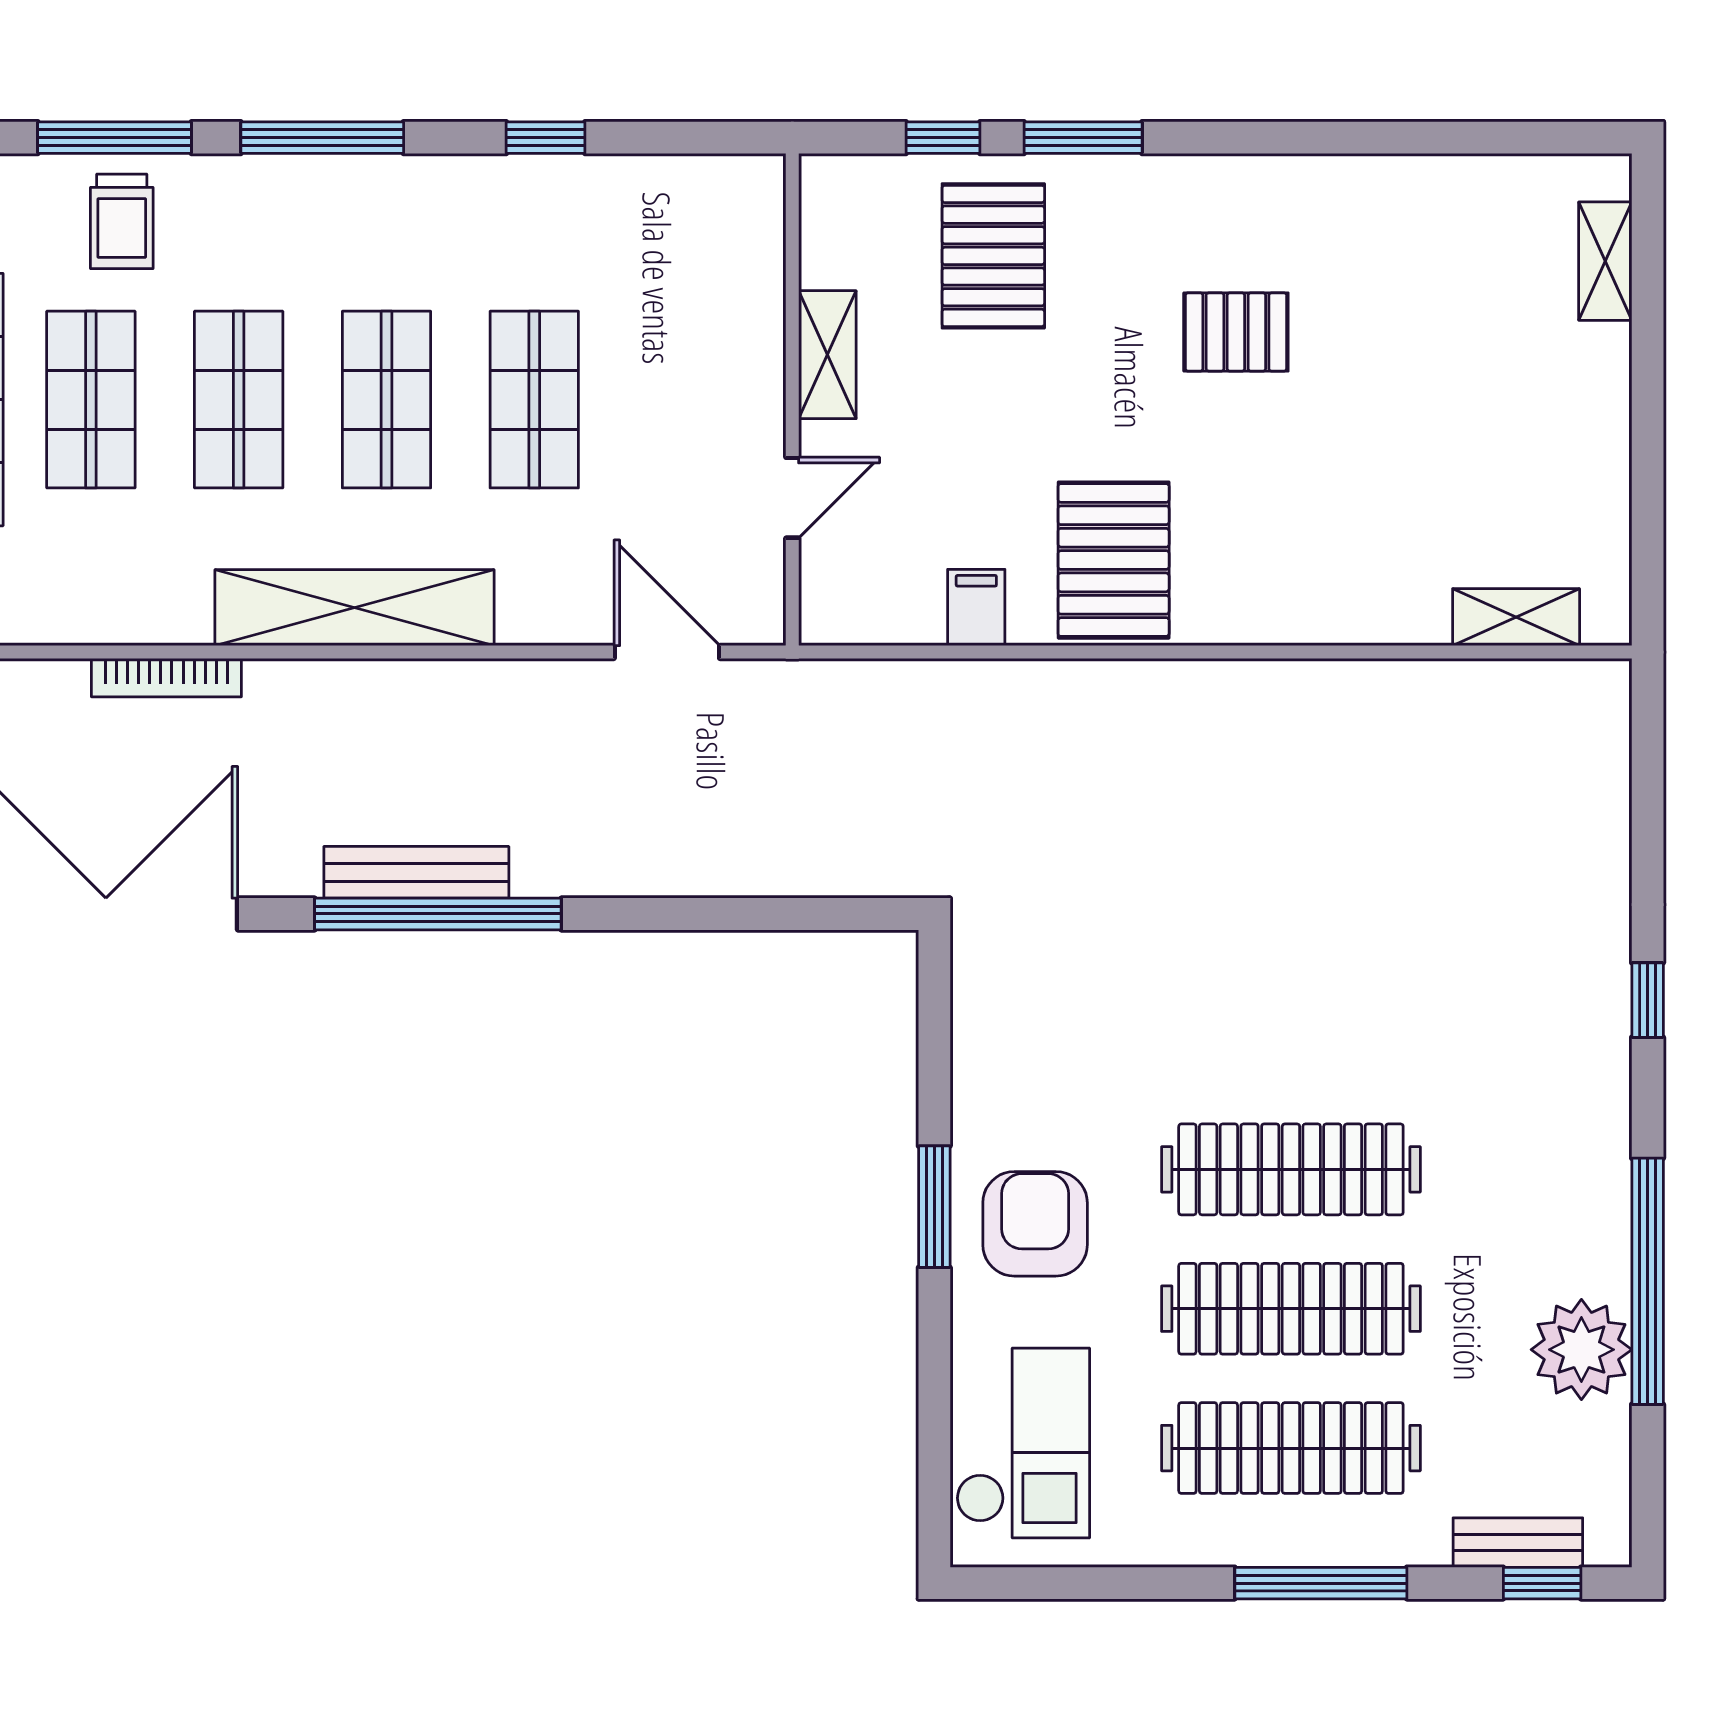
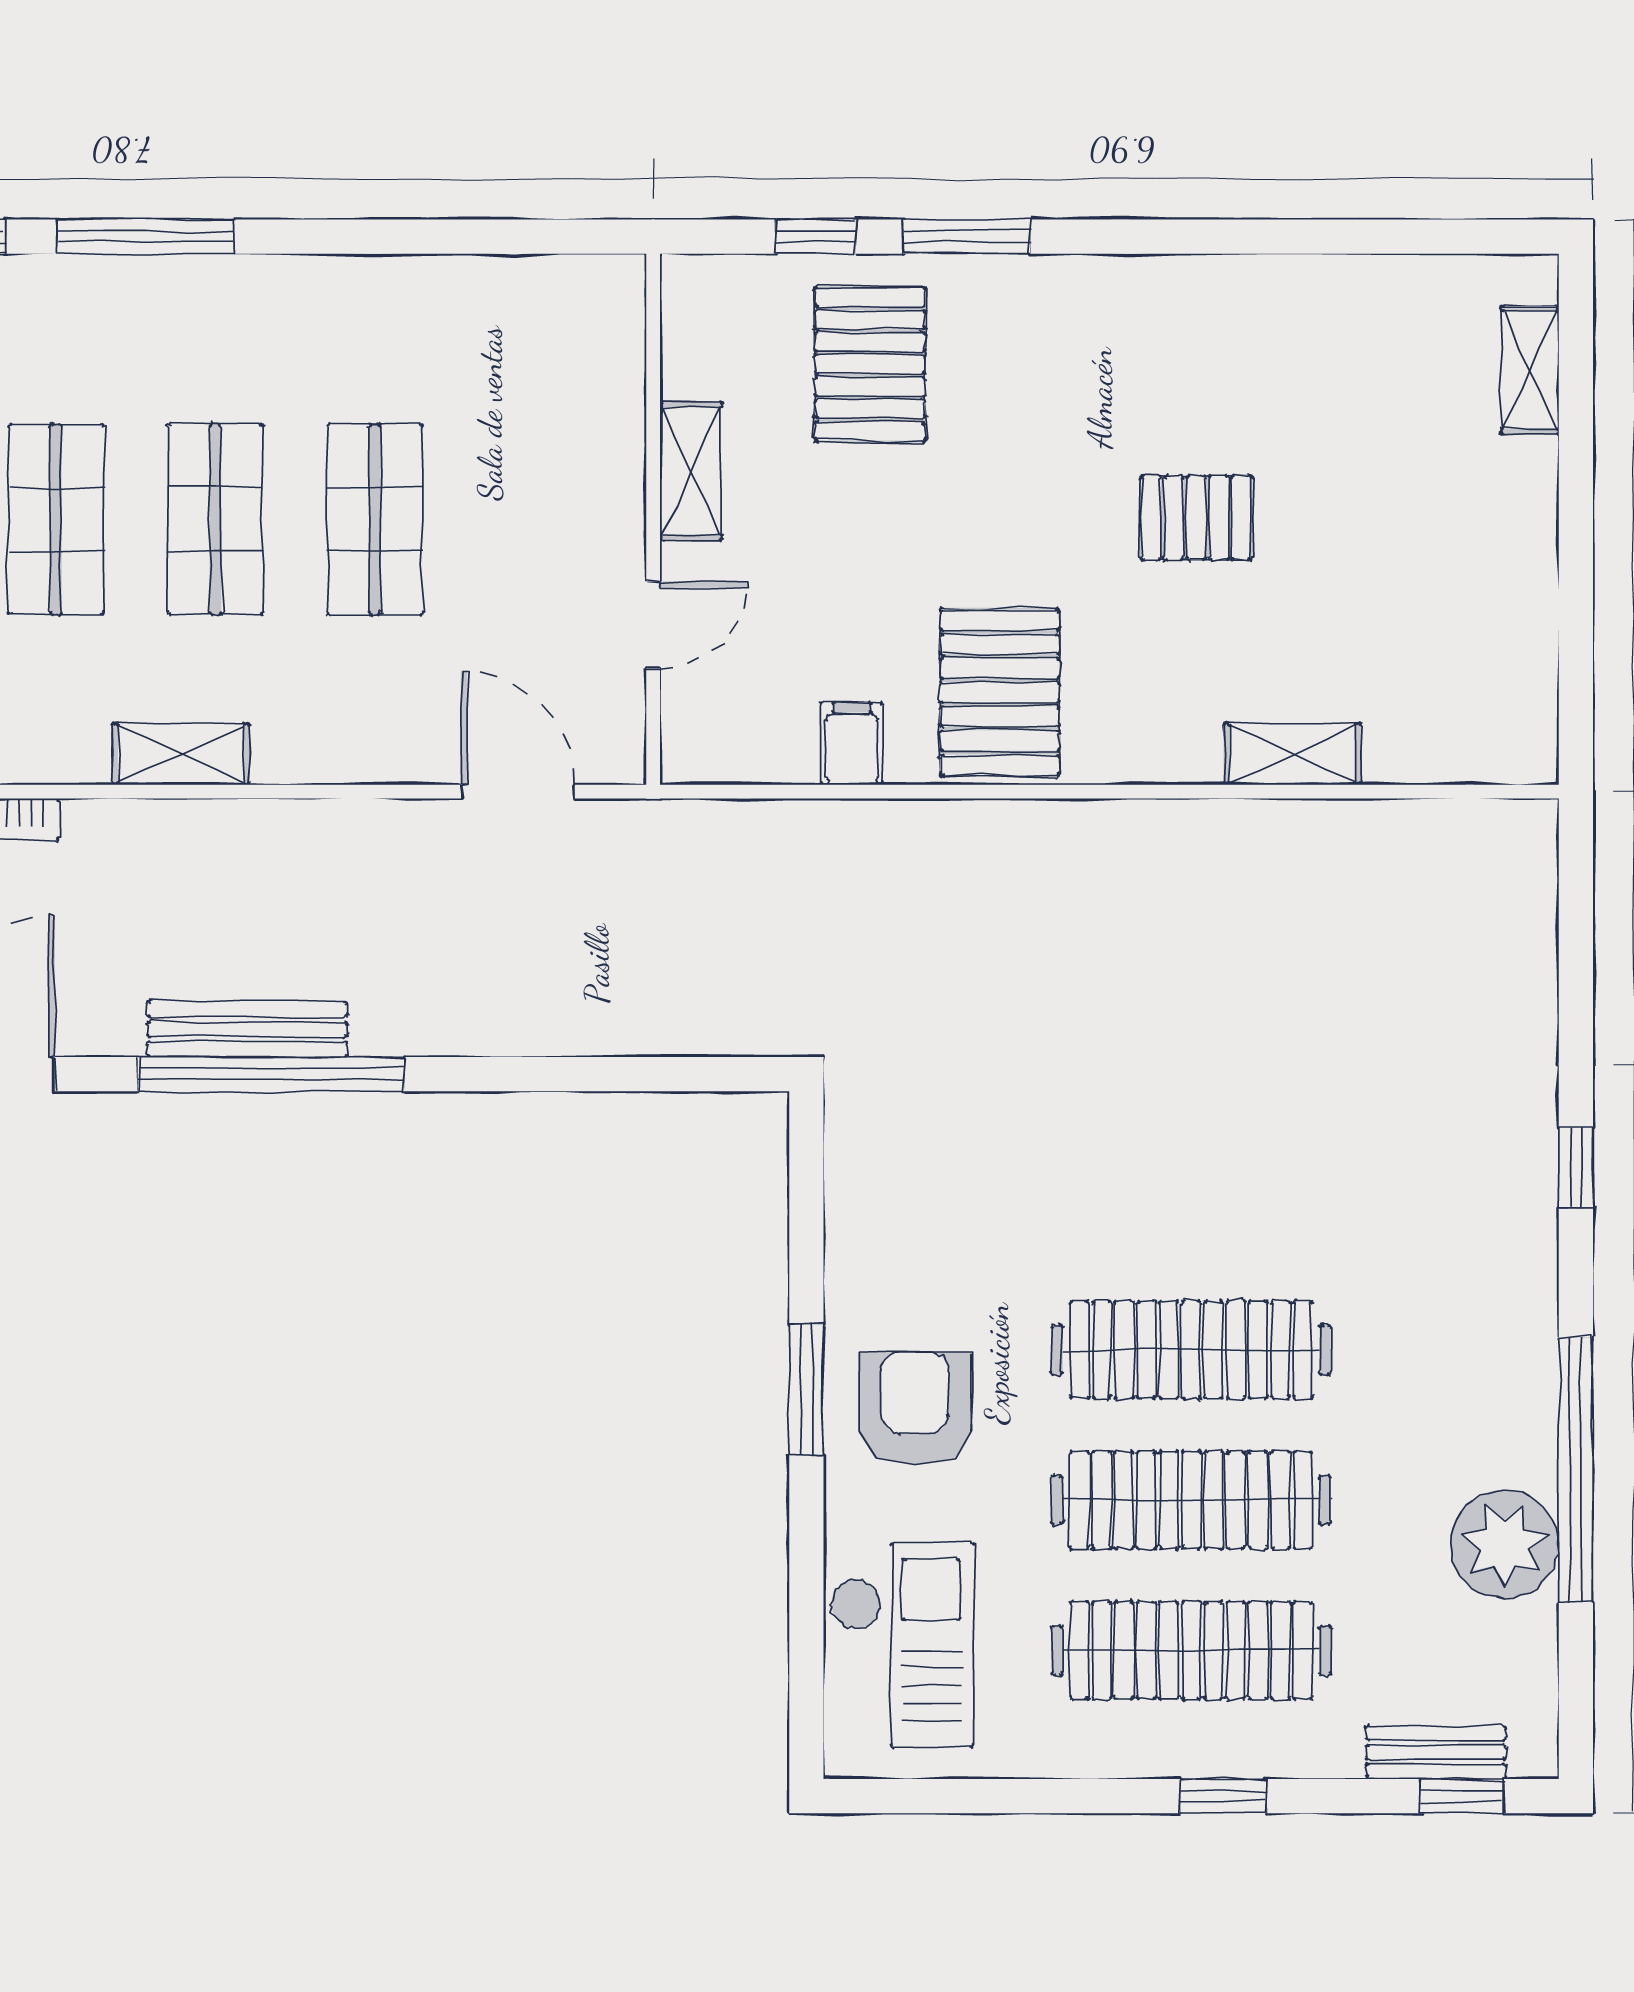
window: (546, 138) -> (387, 237), removed
pallet: (1236, 332) -> (1196, 518), moved
shelving: (354, 608) -> (181, 754), width x0.45, depth x0.75
shelving: (1516, 617) -> (1292, 754), moved
window: (1321, 1583) -> (1223, 1796), width x0.46

